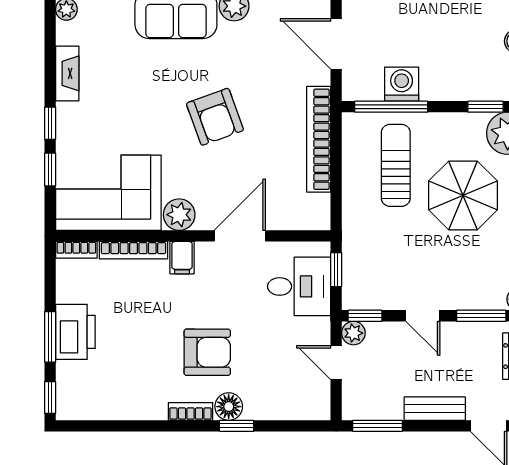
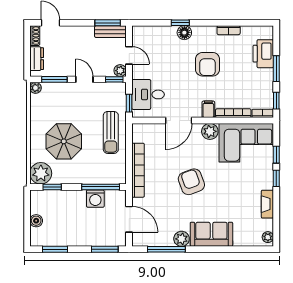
sun lounger: (396, 165) -> (111, 132), moved
printer: (75, 332) -> (263, 54), moved
armchair: (207, 352) -> (208, 64), moved, turned -90
window: (50, 398) -> (276, 101), moved
bench: (435, 409) -> (110, 32), moved
bookcase: (191, 411) -> (229, 30), moved

